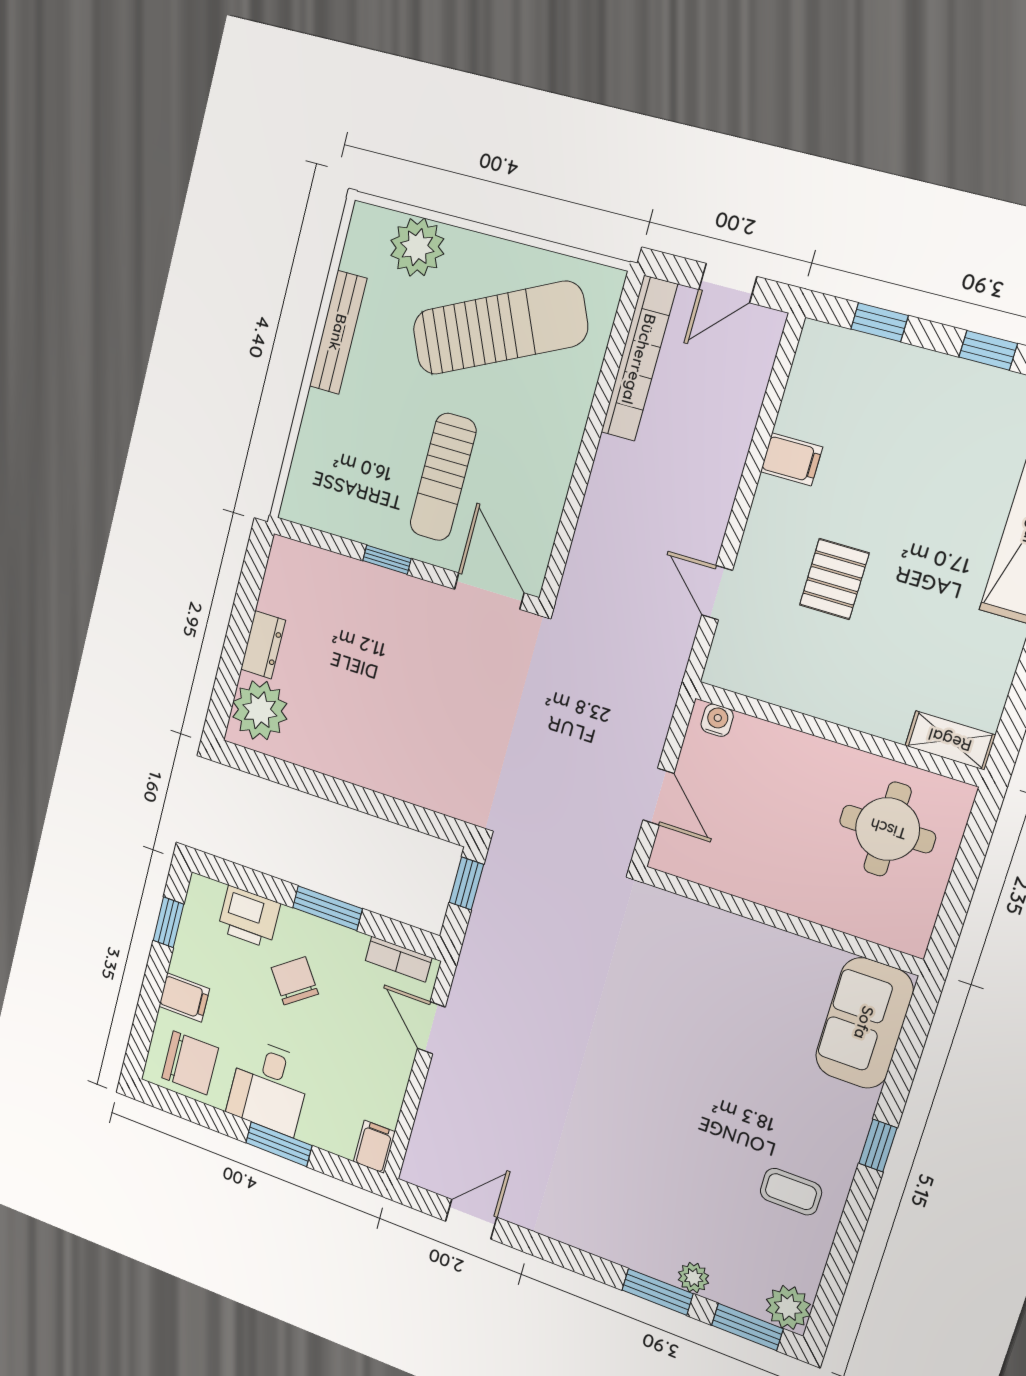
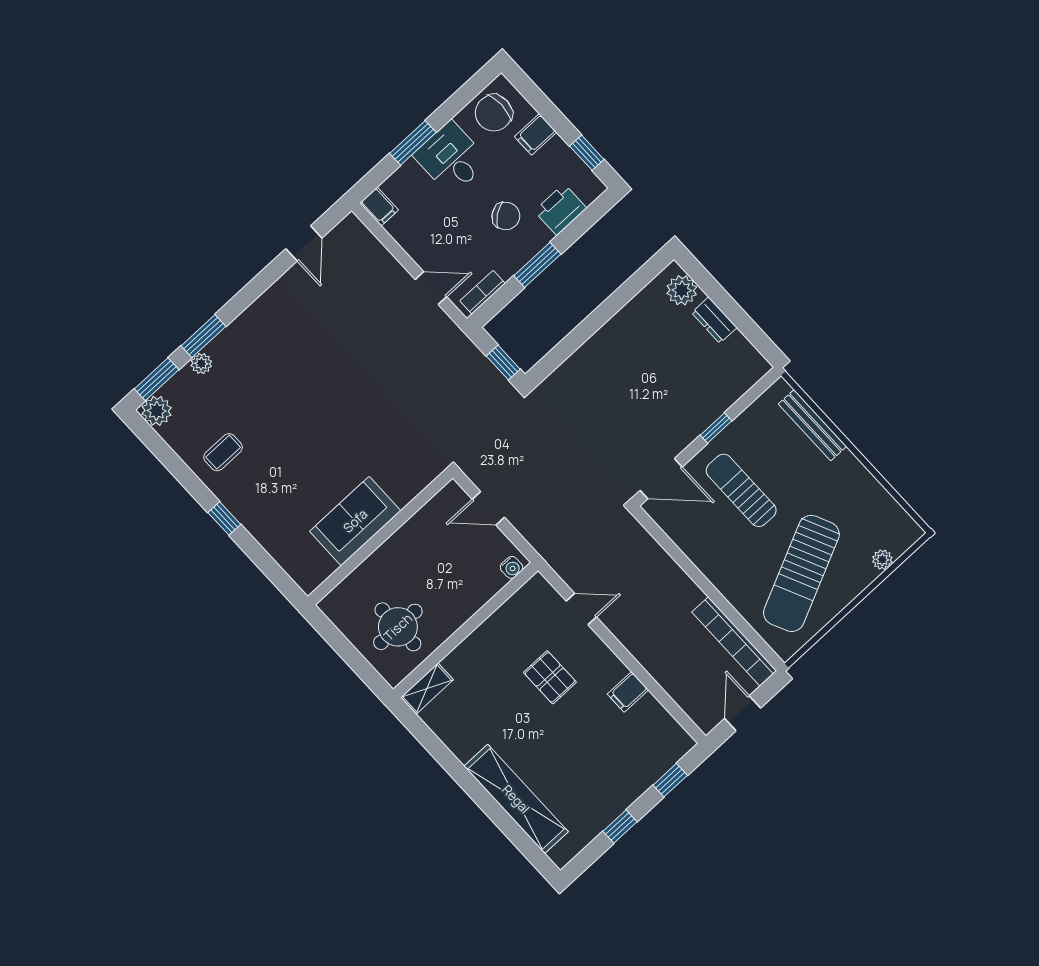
plant: (417, 247) -> (882, 560), width x0.53, depth x0.53
bench: (338, 332) -> (812, 425), moved
plant: (260, 710) -> (682, 290), width x0.73, depth x0.73
sofa: (864, 1023) -> (355, 521), moved, turned -90

